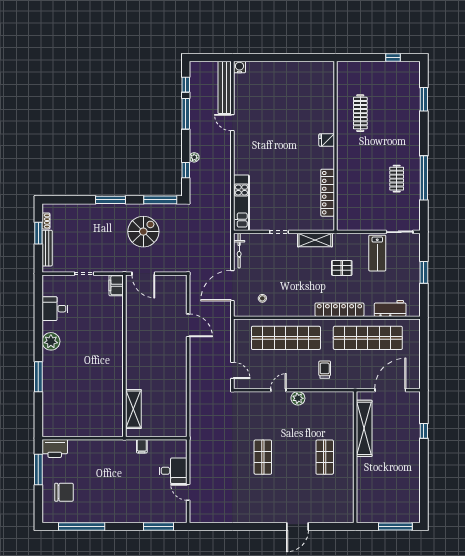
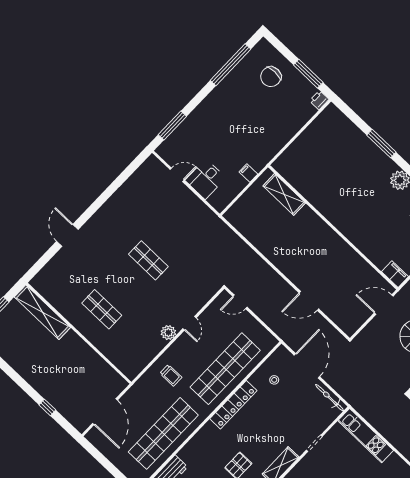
locker: (339, 310) -> (233, 405), moved
shelving: (364, 428) -> (42, 312), moved
printer: (55, 448) -> (319, 100), width x0.53, depth x0.68

